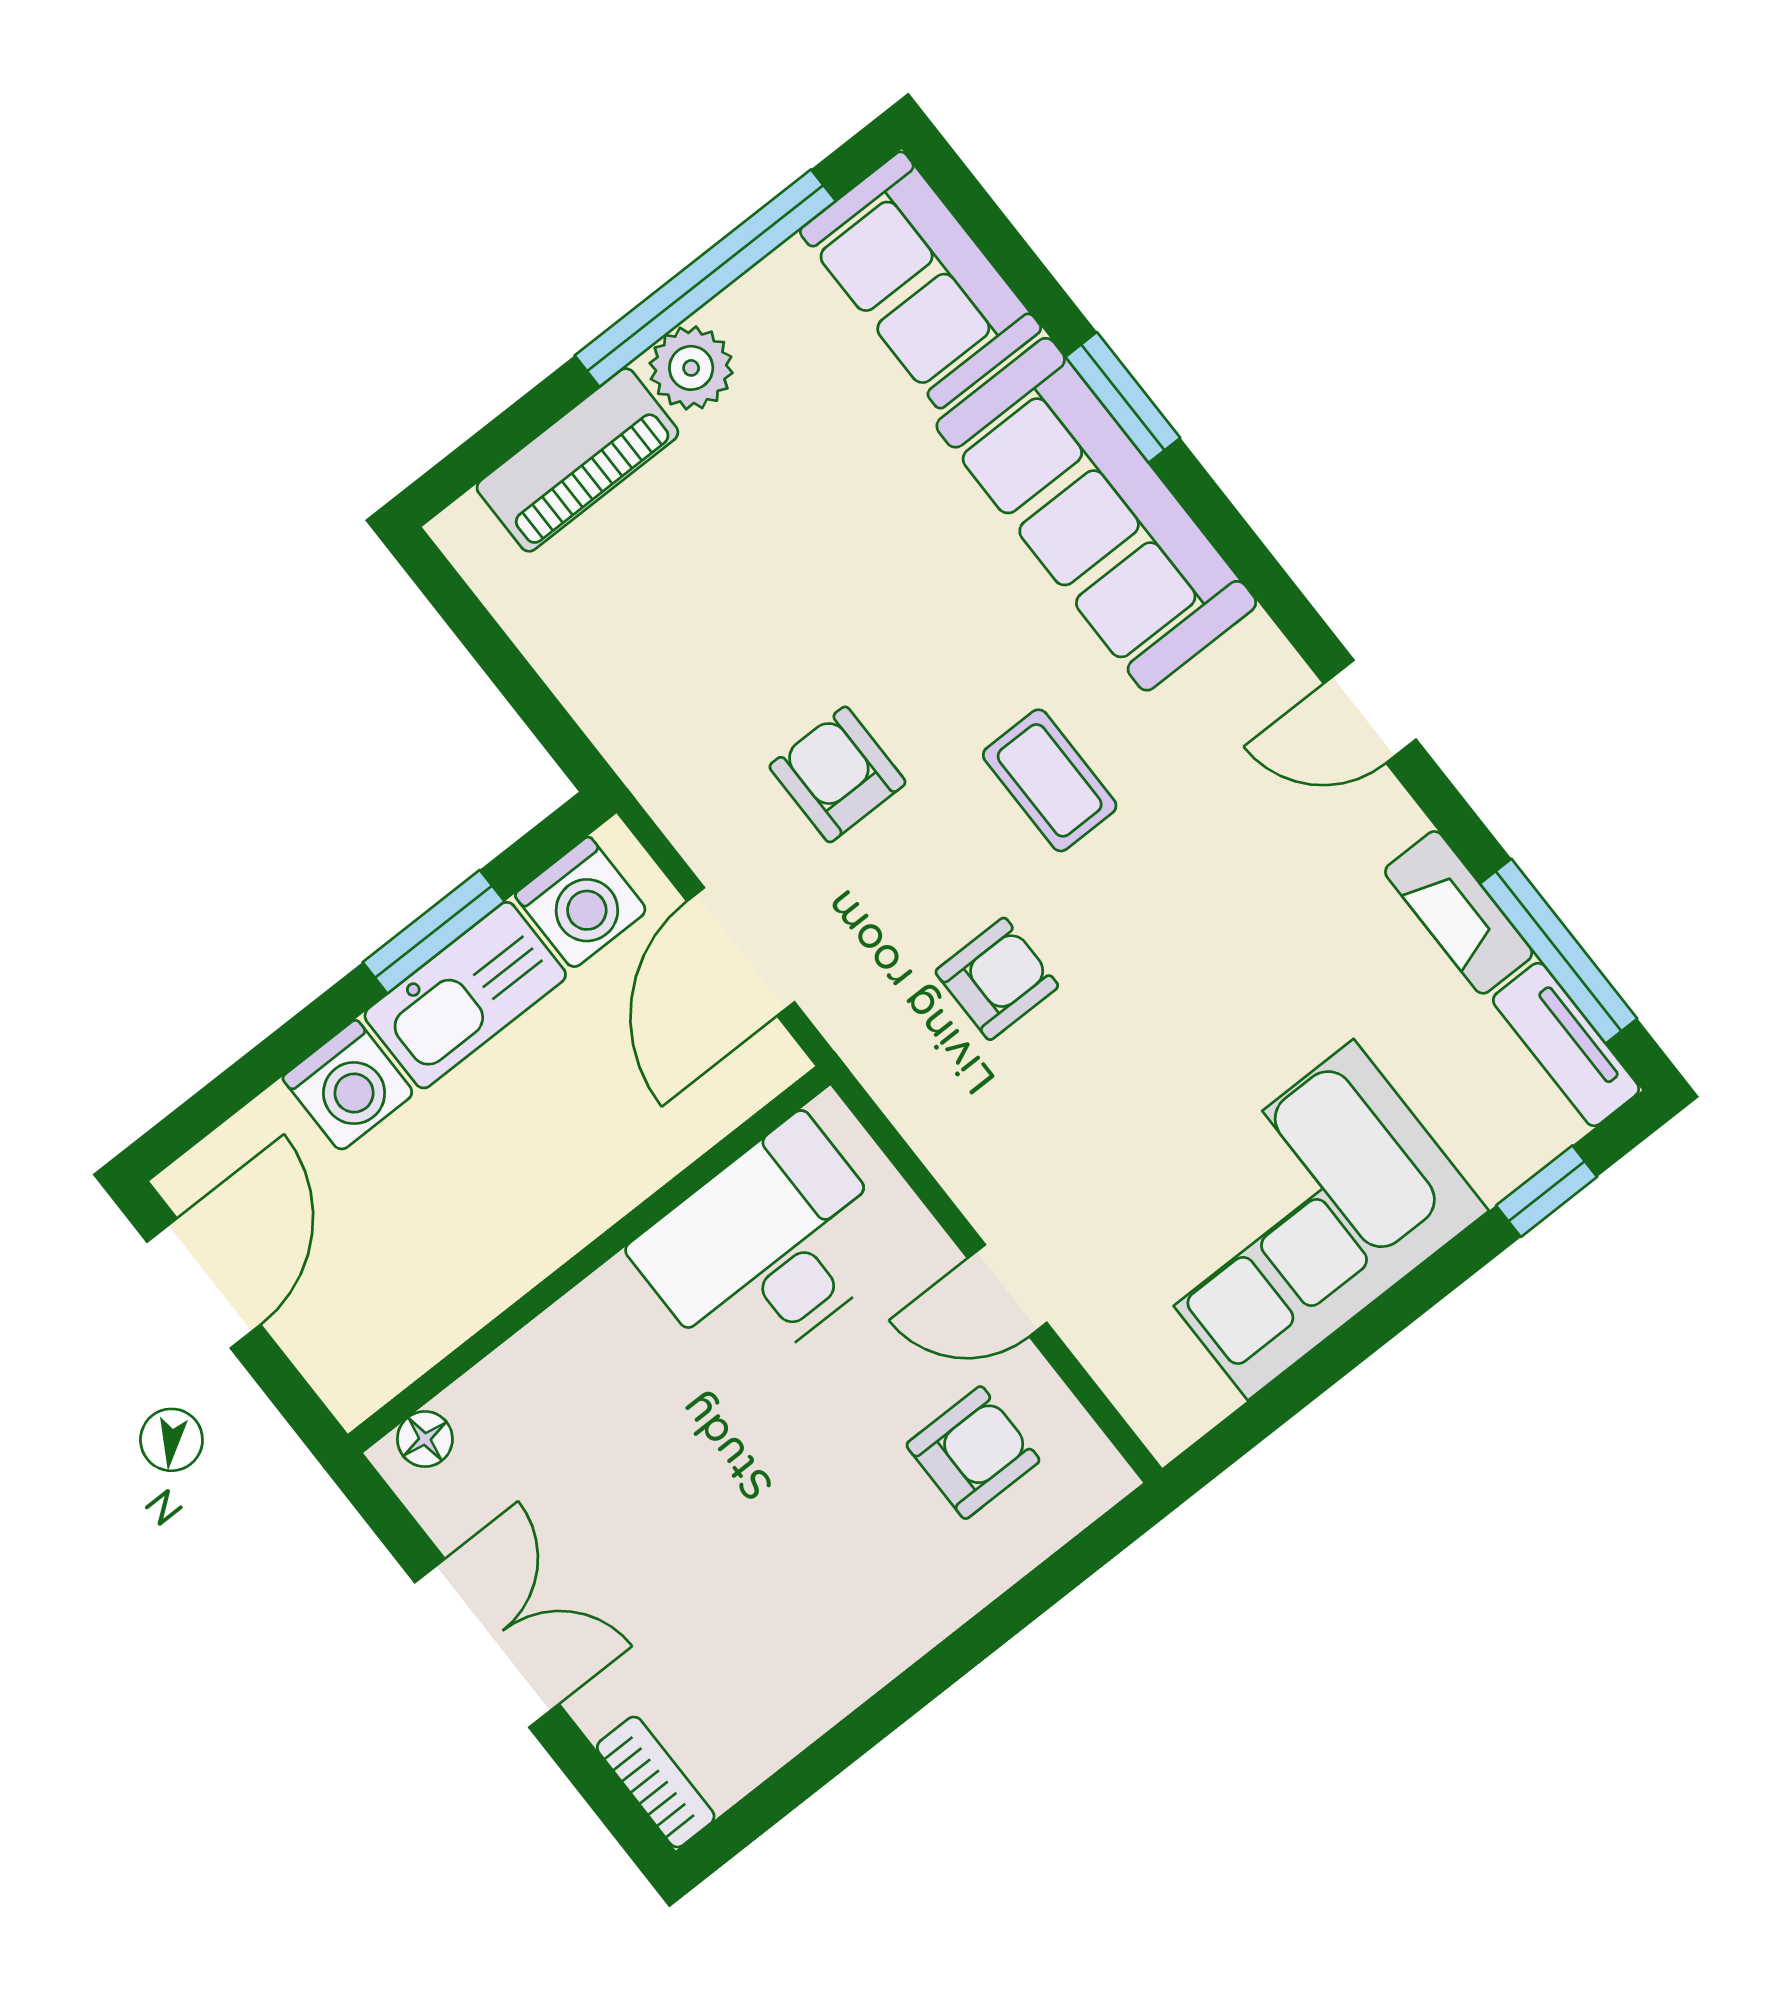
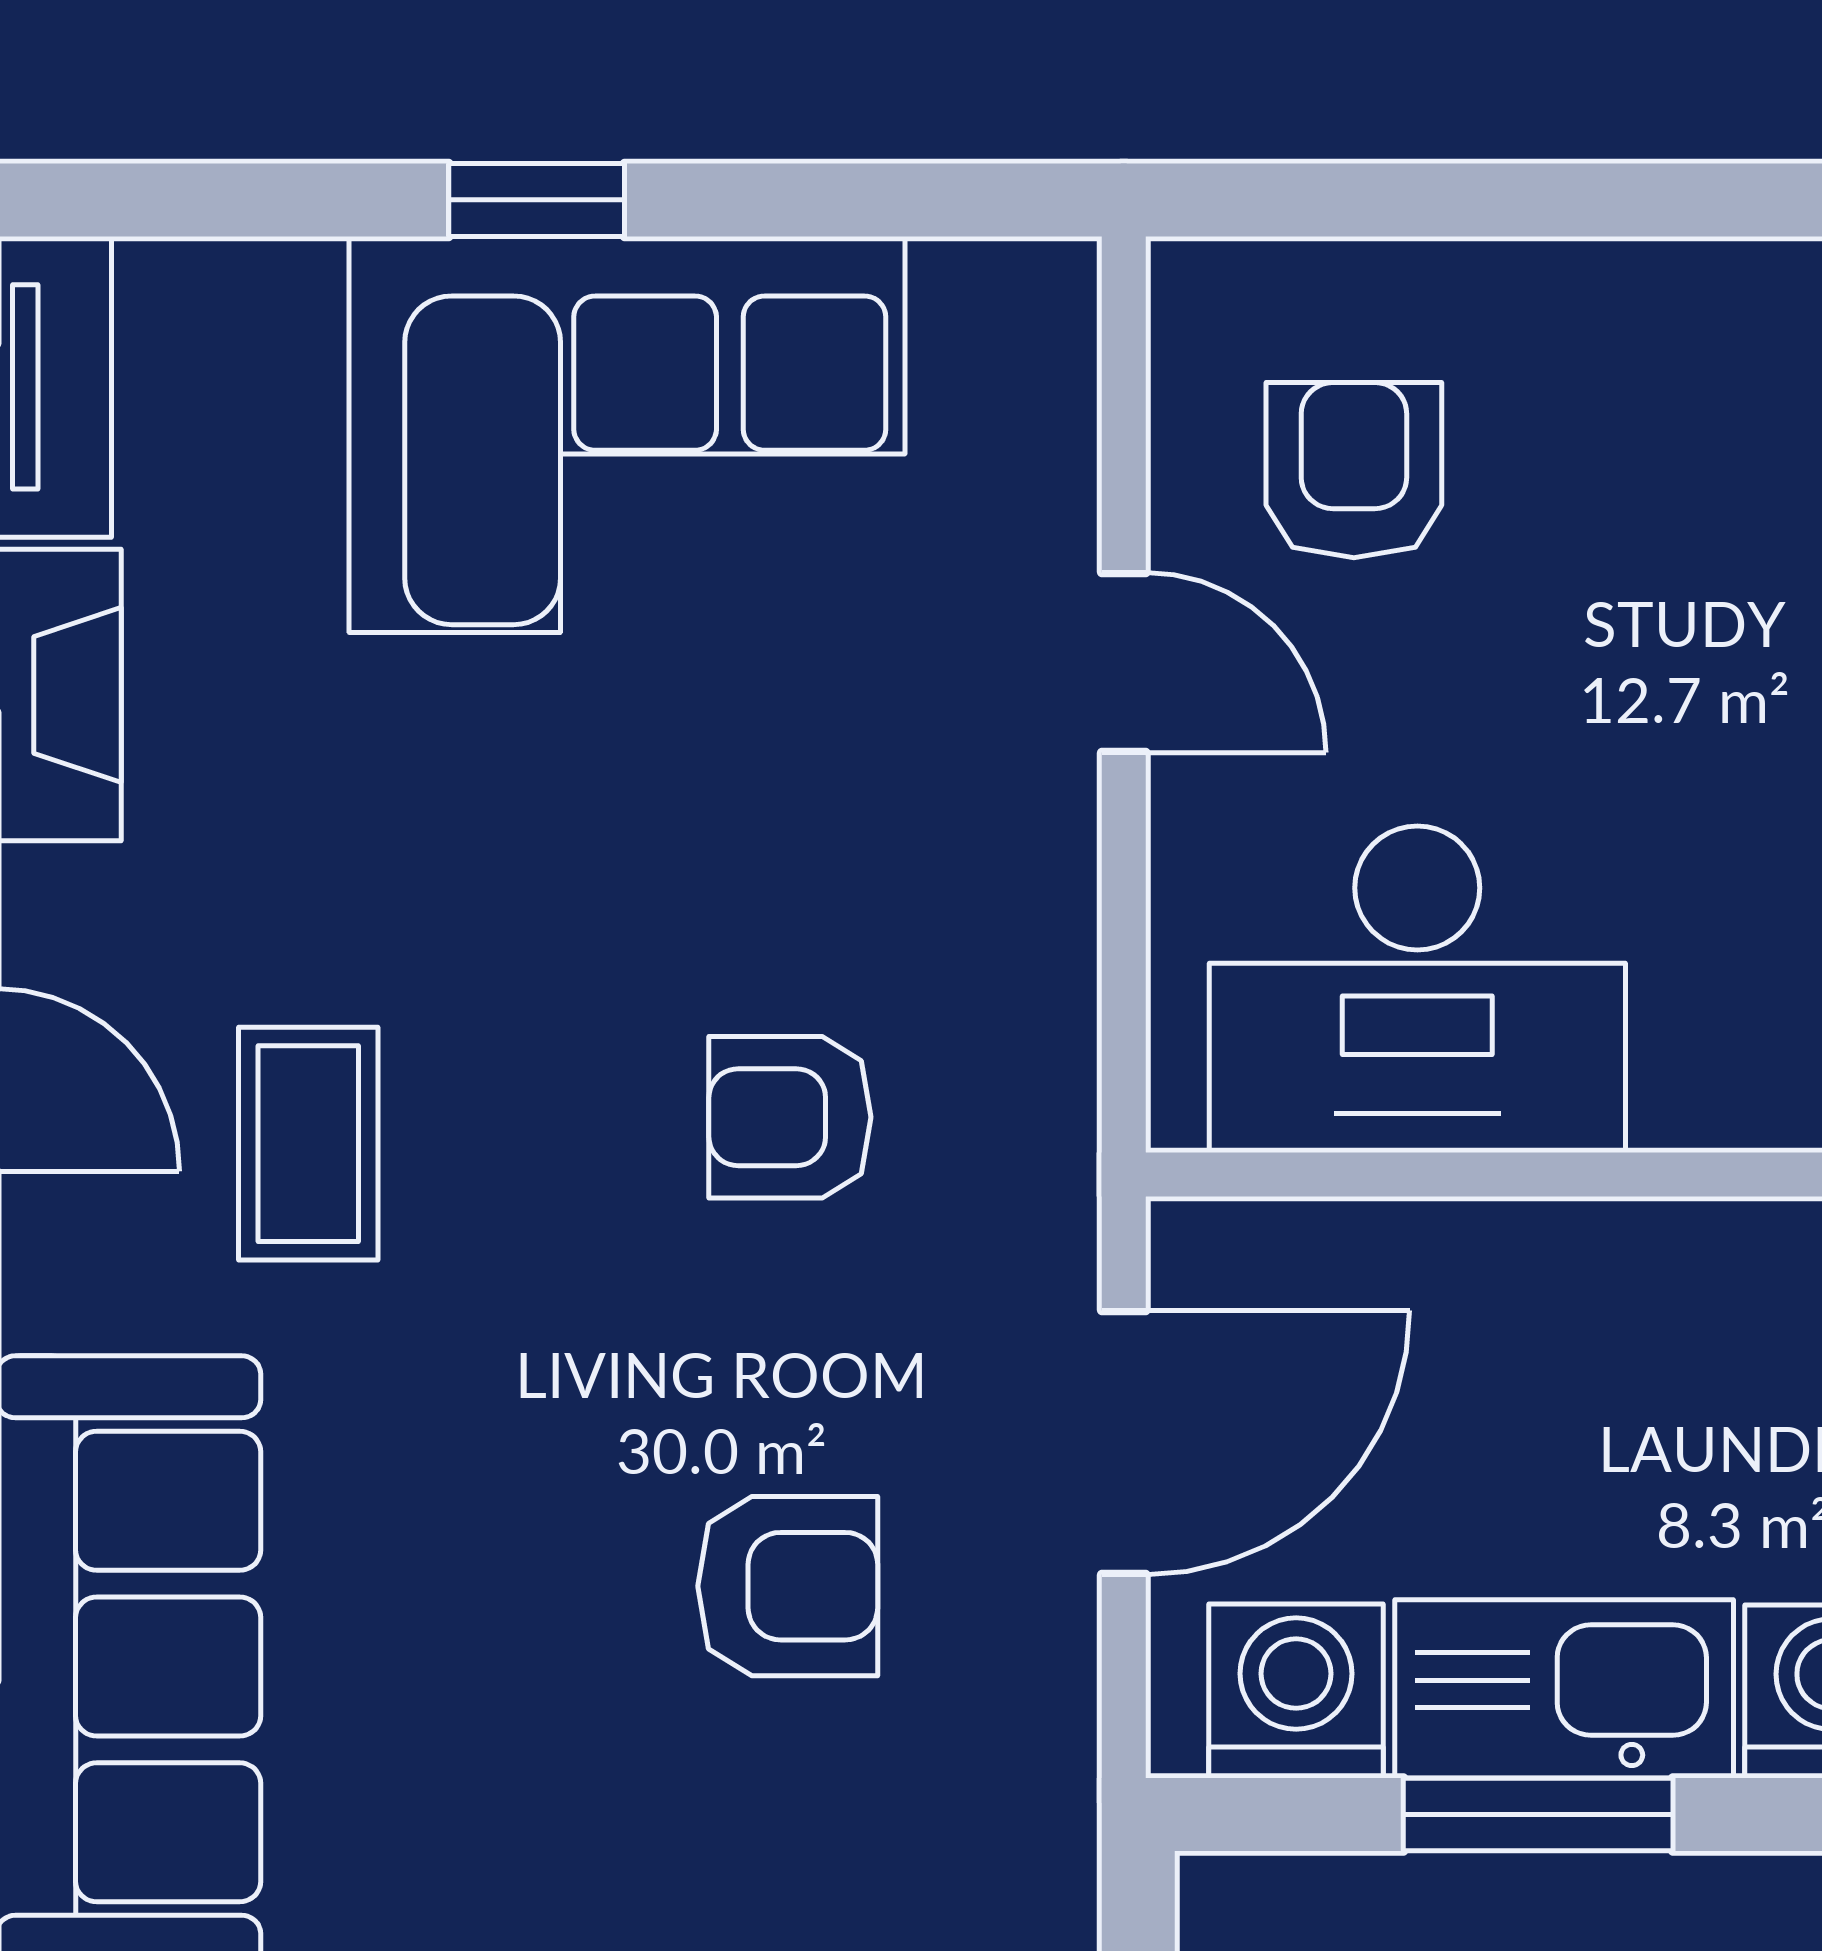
armchair: (837, 774) -> (788, 1586), turned -90
coffee table: (1050, 780) -> (308, 1144), moved
window: (1547, 1191) -> (537, 200), moved
armchair: (973, 1453) -> (1354, 470), turned 90

